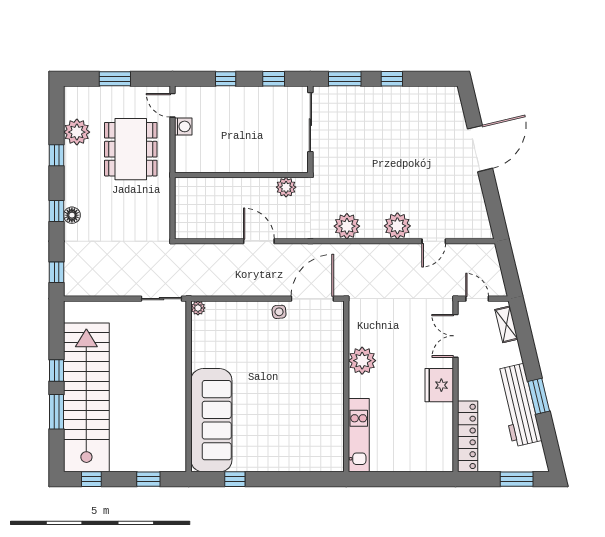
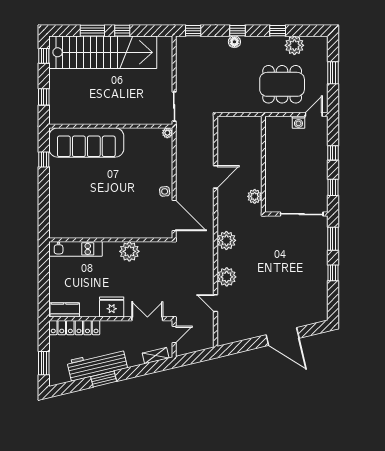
kitchen counter: (443, 450) -> (65, 310), added

